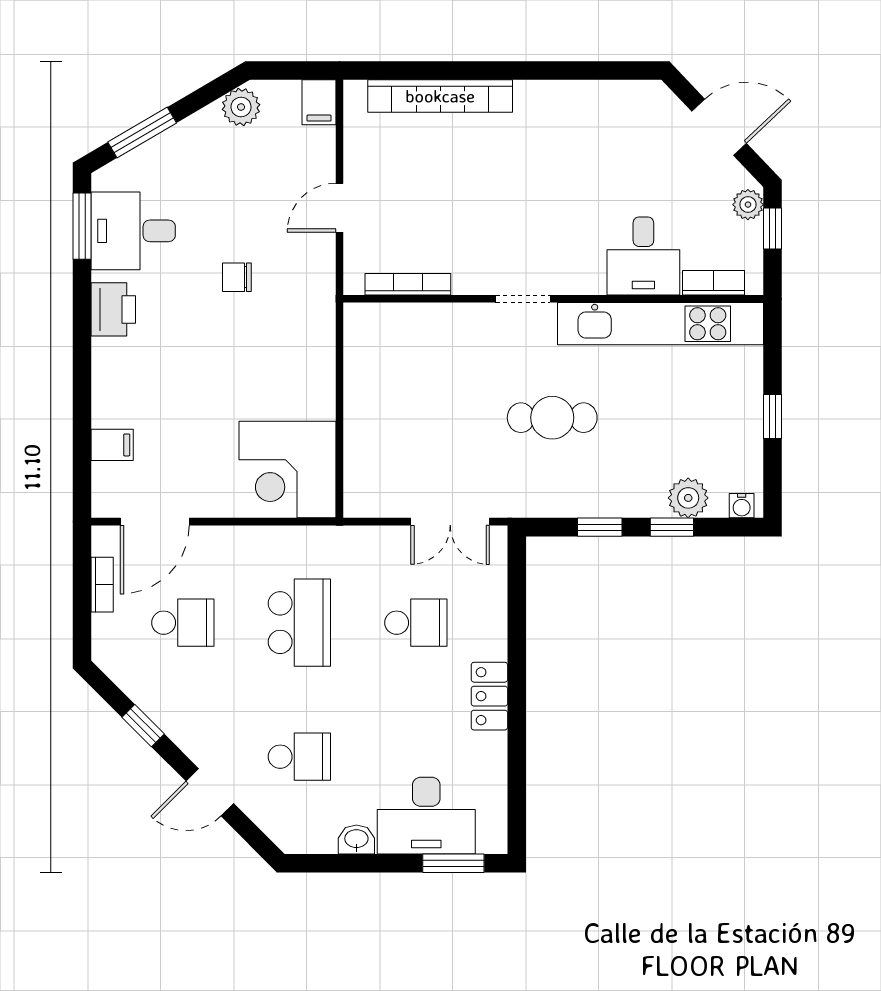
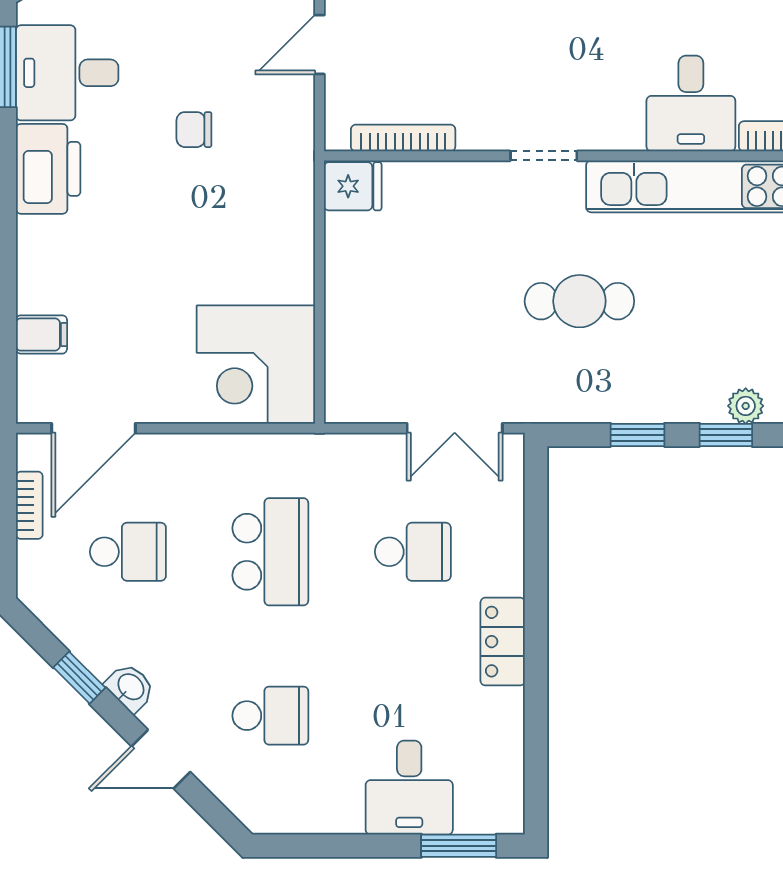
printer: (113, 309) -> (48, 169), width x1.37, depth x1.19
fridge: (367, 324) -> (353, 186), added
plant: (688, 498) -> (746, 406), width x0.73, depth x0.73
desk: (426, 816) -> (409, 788), width x0.73
washbasin: (356, 839) -> (130, 687), moved, turned 45

